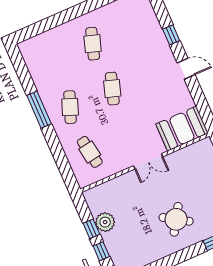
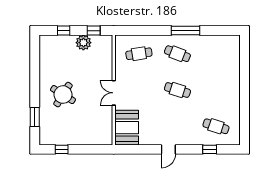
window: (171, 35) -> (210, 149), moved
cafe table: (93, 44) -> (216, 126), moved
window: (91, 229) -> (94, 31), moved

